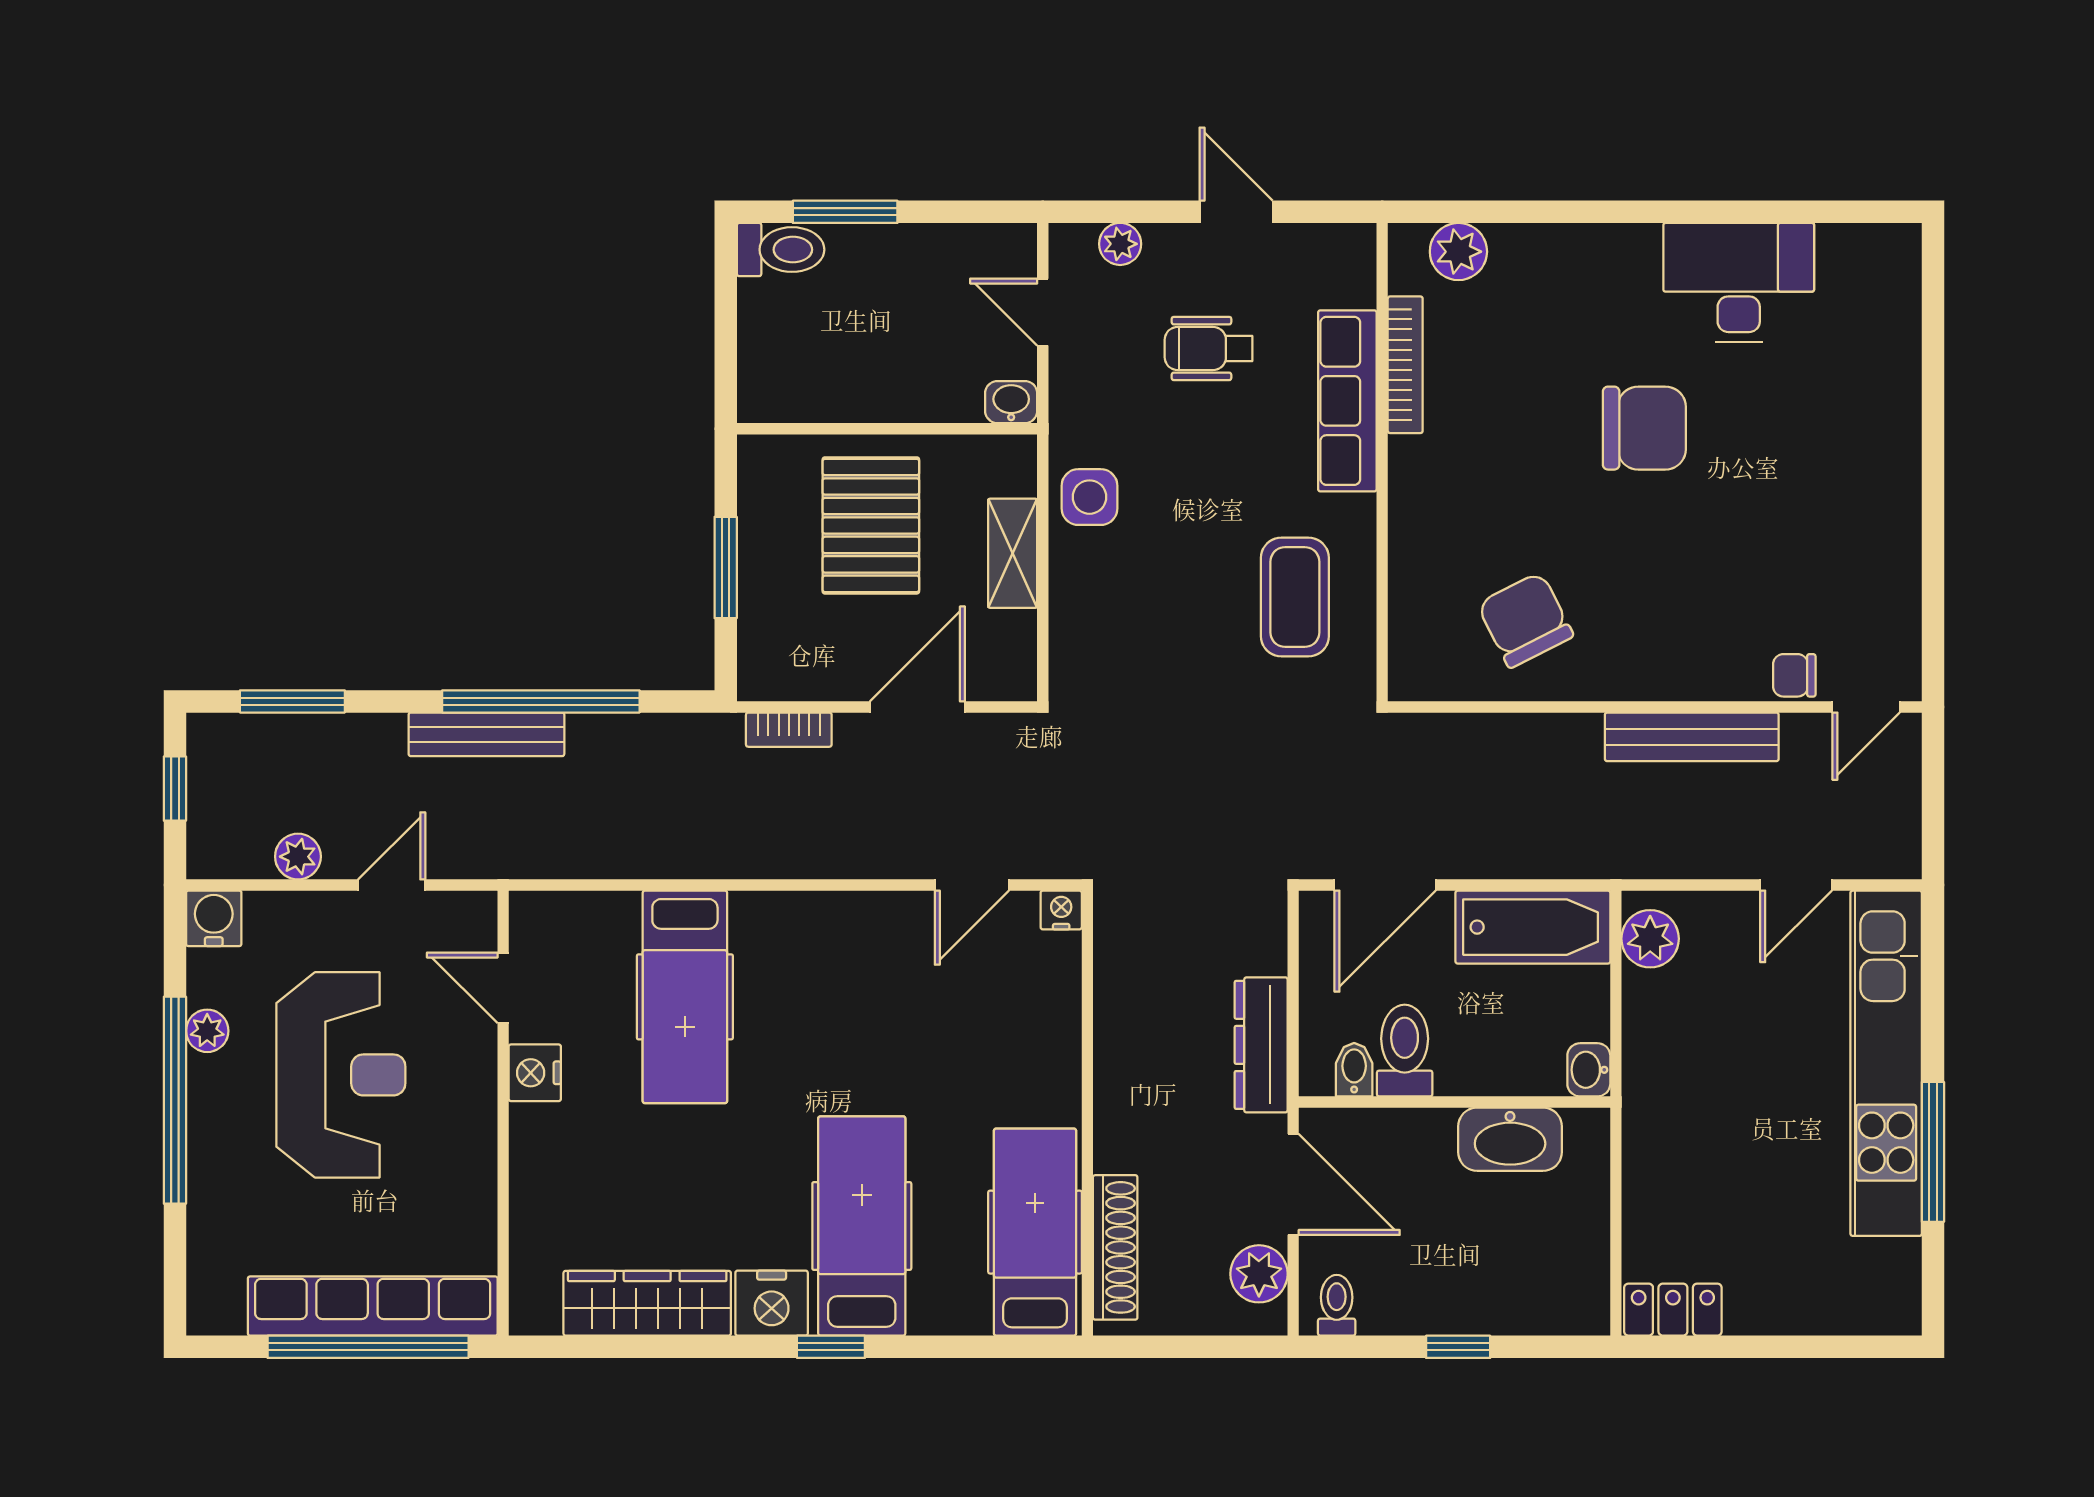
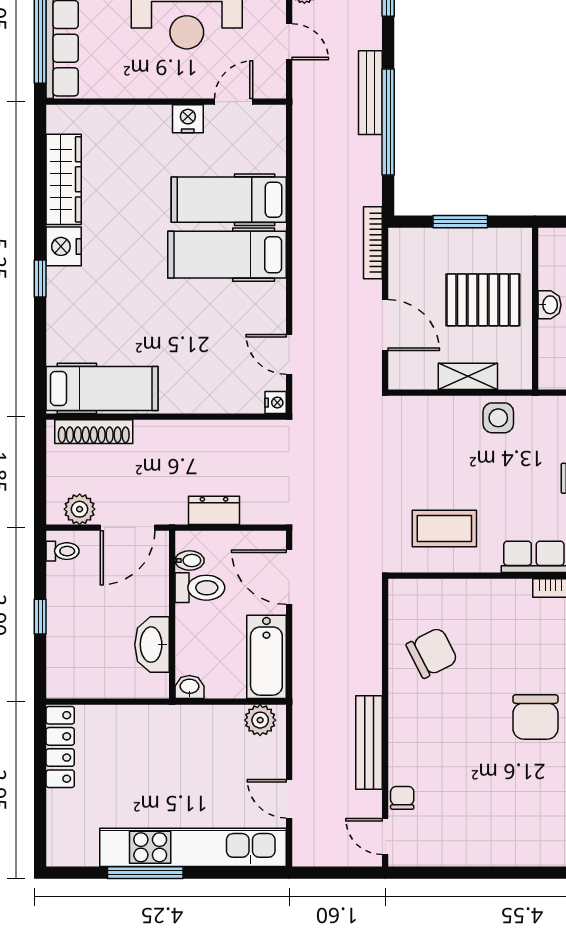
washbasin: (1011, 402) -> (549, 305), moved
bookcase: (789, 730) -> (373, 243), width x1.56
dresser: (1261, 1045) -> (214, 510), width x0.70
hospital bed: (862, 1226) -> (227, 255), moved, turned 180
locker: (1673, 1310) -> (60, 747), width x1.53

